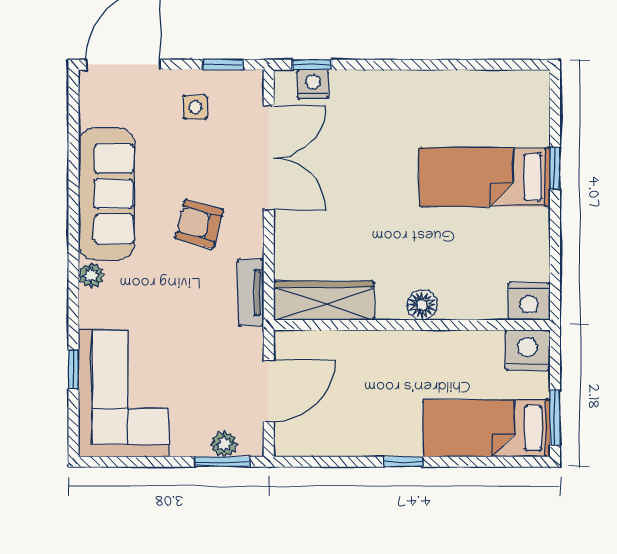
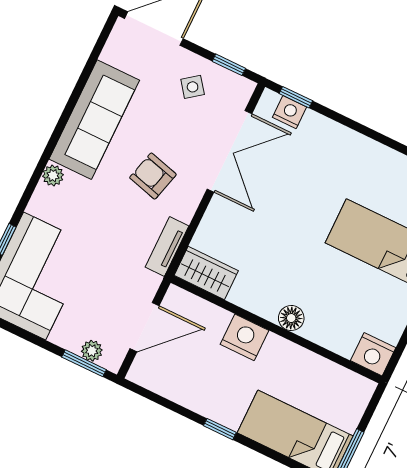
side table: (195, 107) -> (193, 87), turned -37
wardrobe: (324, 301) -> (206, 273), width x0.67
nightstand: (528, 350) -> (244, 337), moved

